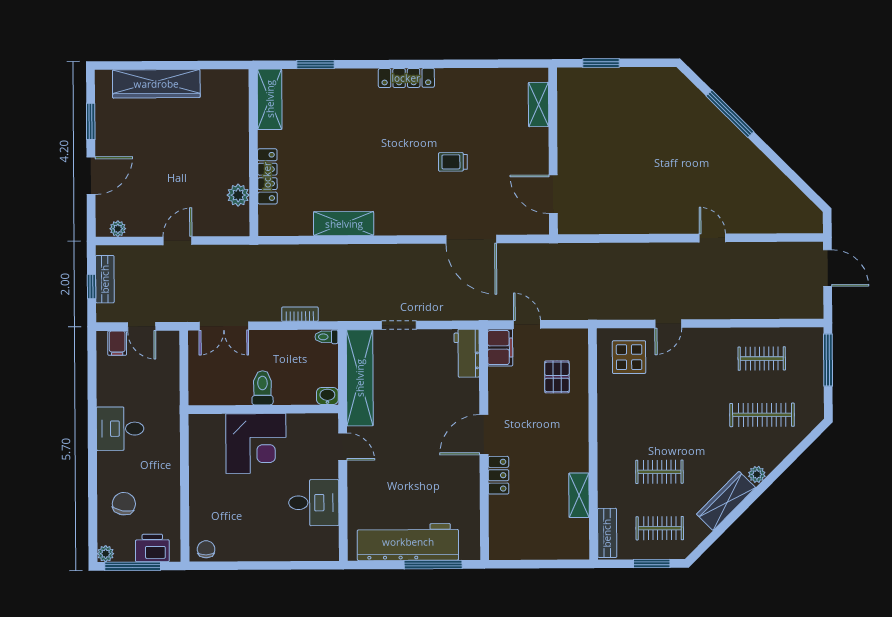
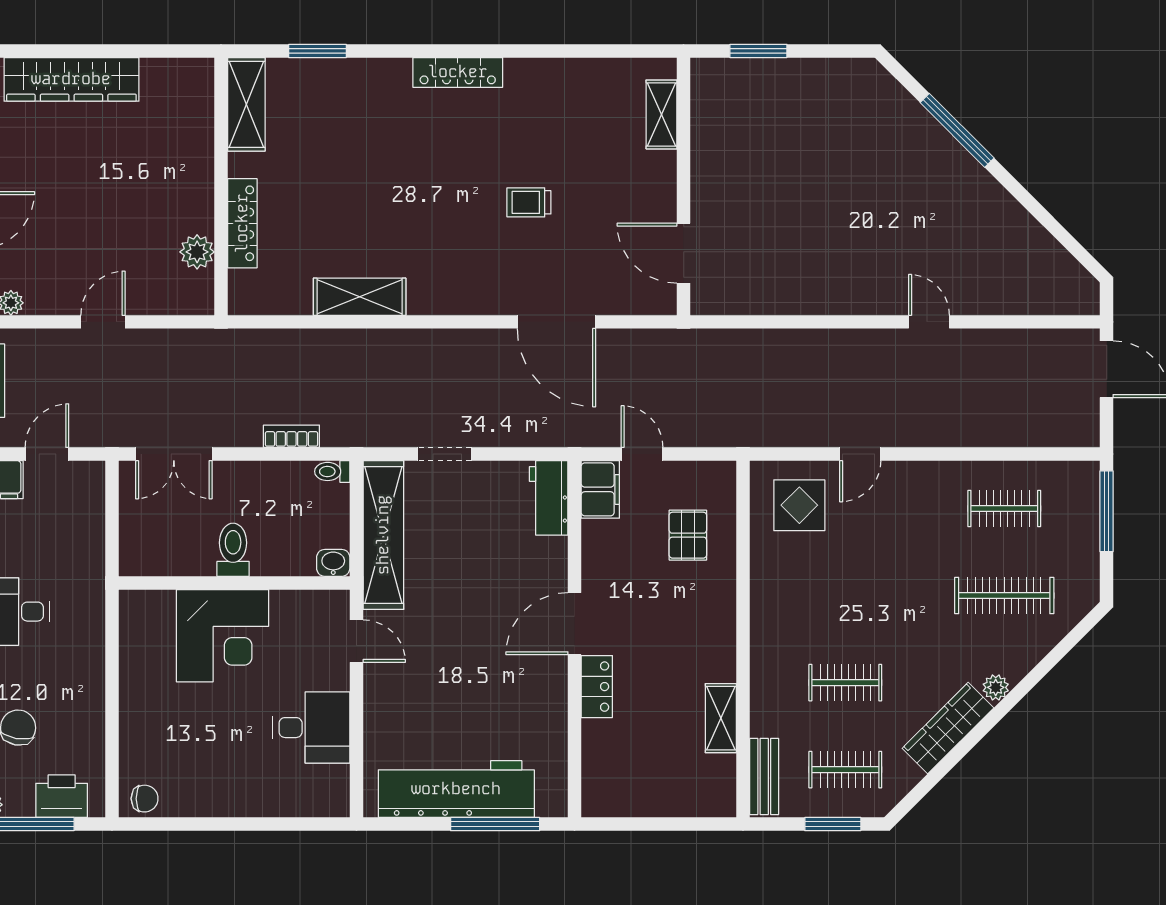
door: (142, 326) -> (47, 454), swing flipped
chair: (206, 549) -> (145, 799), turned 90

